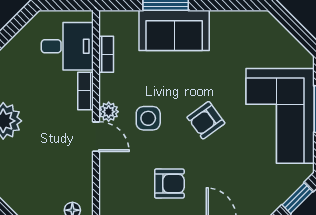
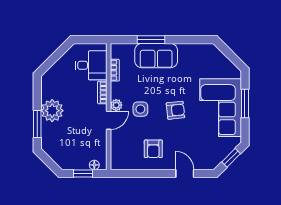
armchair: (206, 120) -> (175, 110), turned -150
door: (96, 137) -> (109, 120), hinge flipped
armchair: (169, 184) -> (153, 149), turned 90

